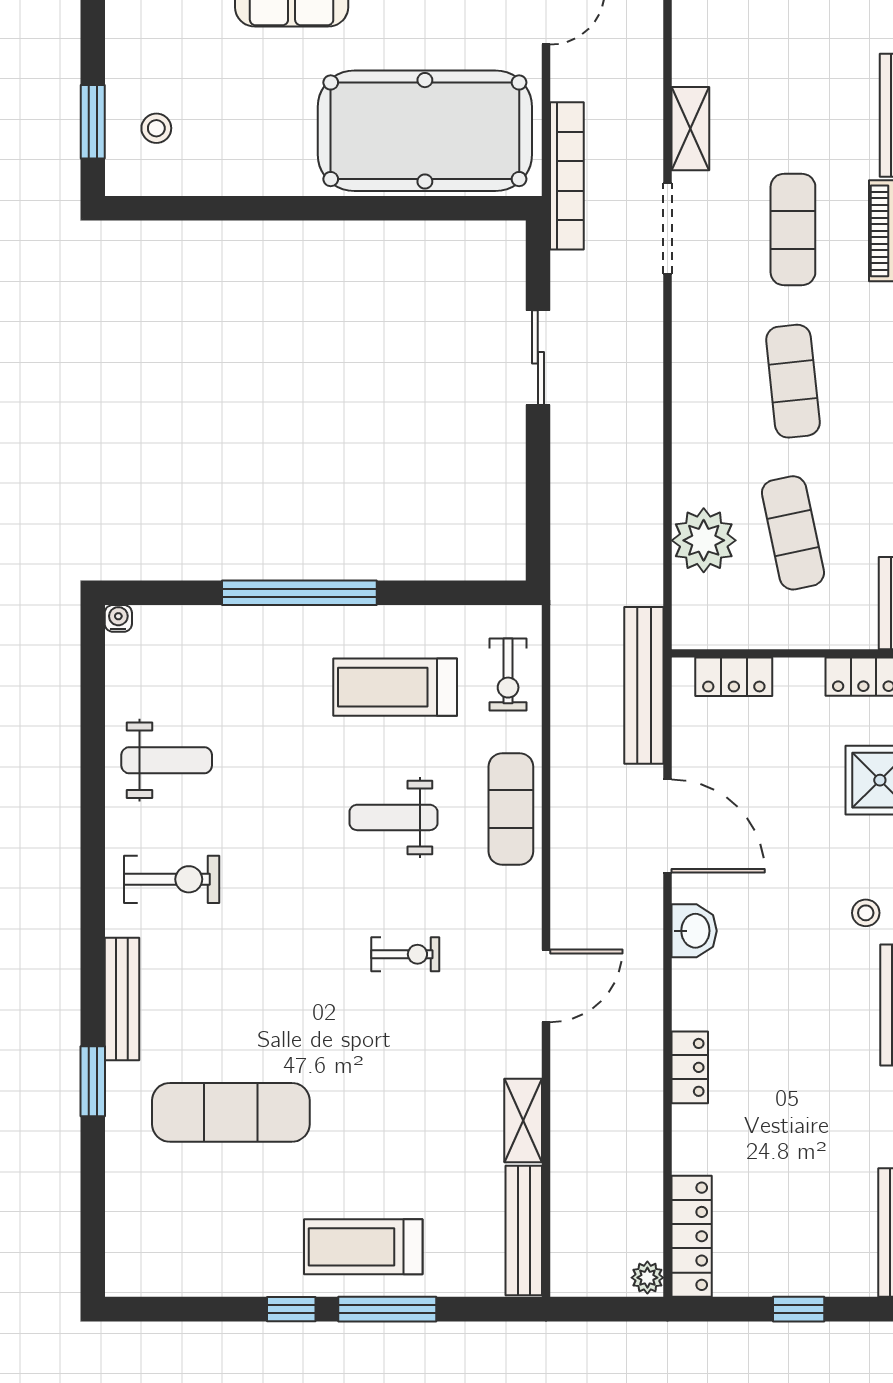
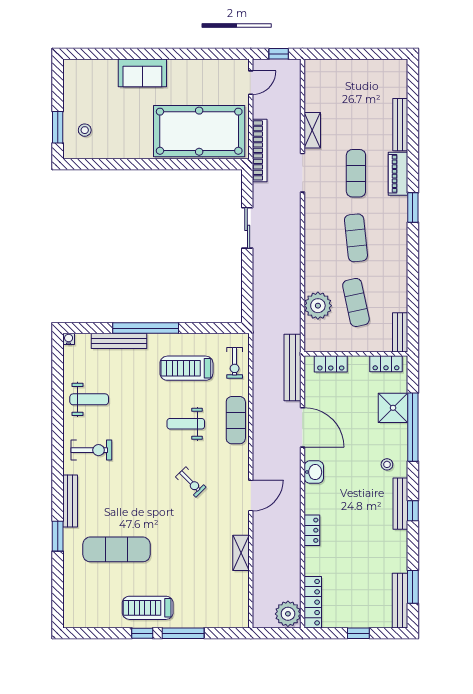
exercise bike: (405, 954) -> (191, 482), turned 45
bench: (524, 1231) -> (119, 341), moved, turned 90
treadmill: (363, 1247) -> (148, 608), moved
plant: (647, 1278) -> (288, 614), width x1.88, depth x1.88

